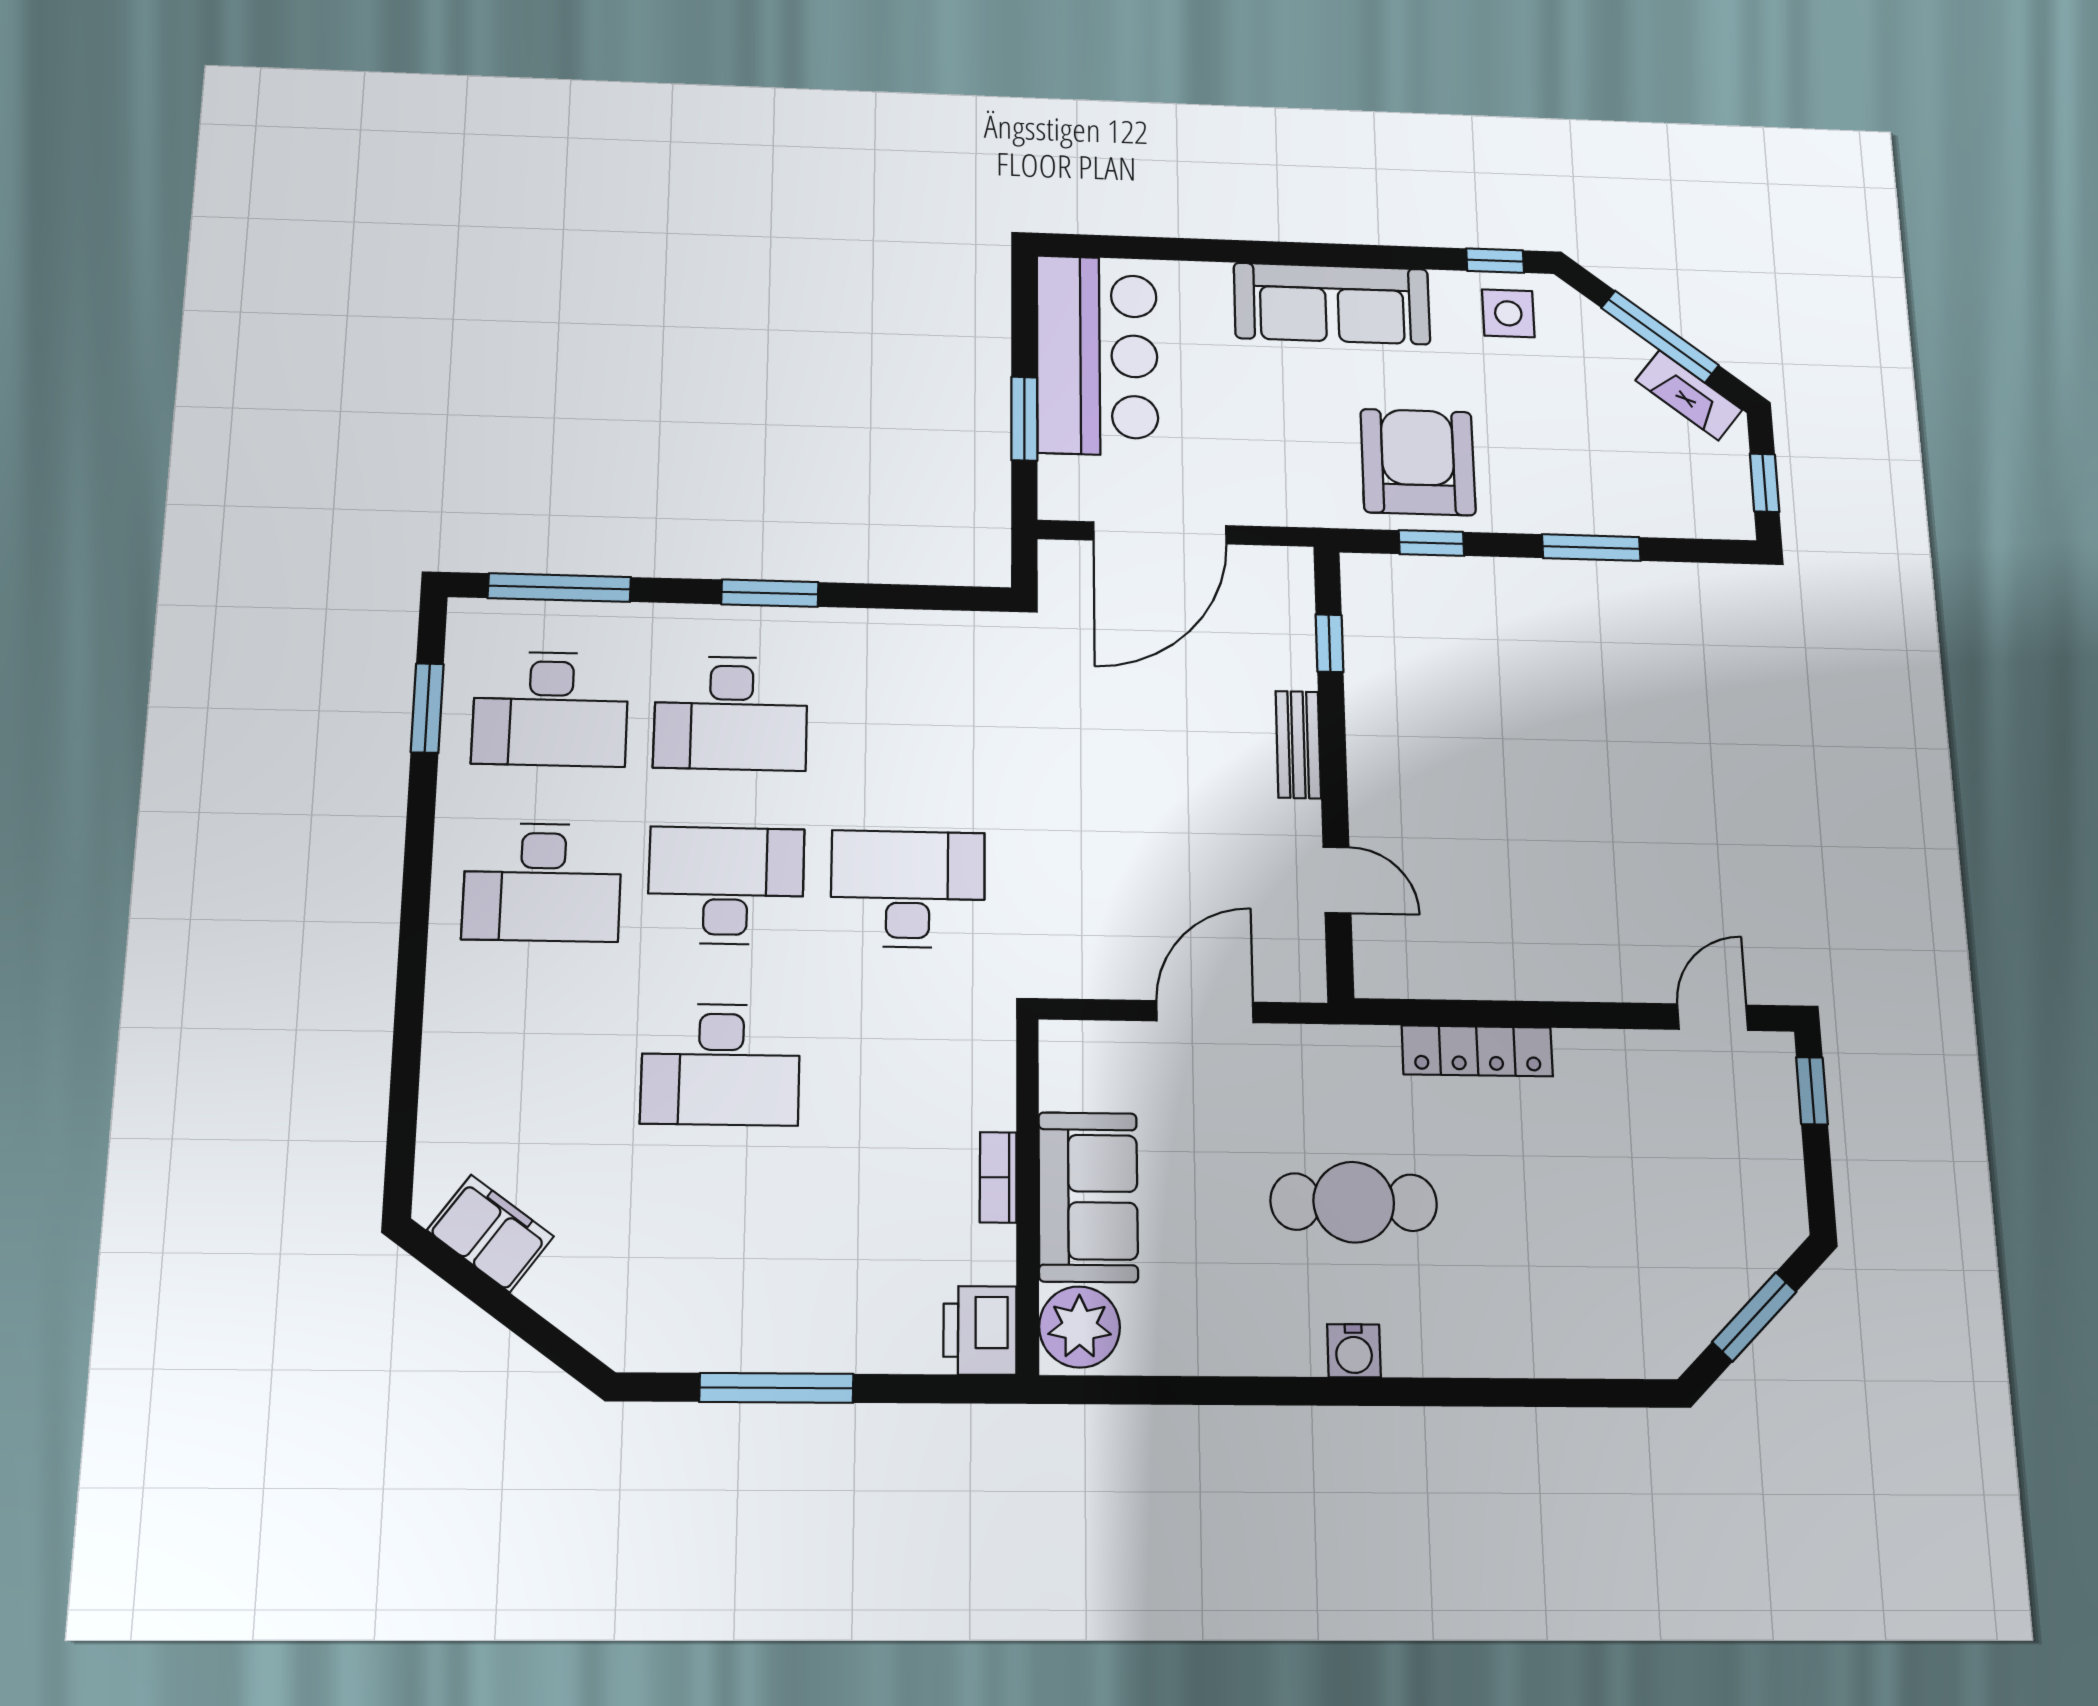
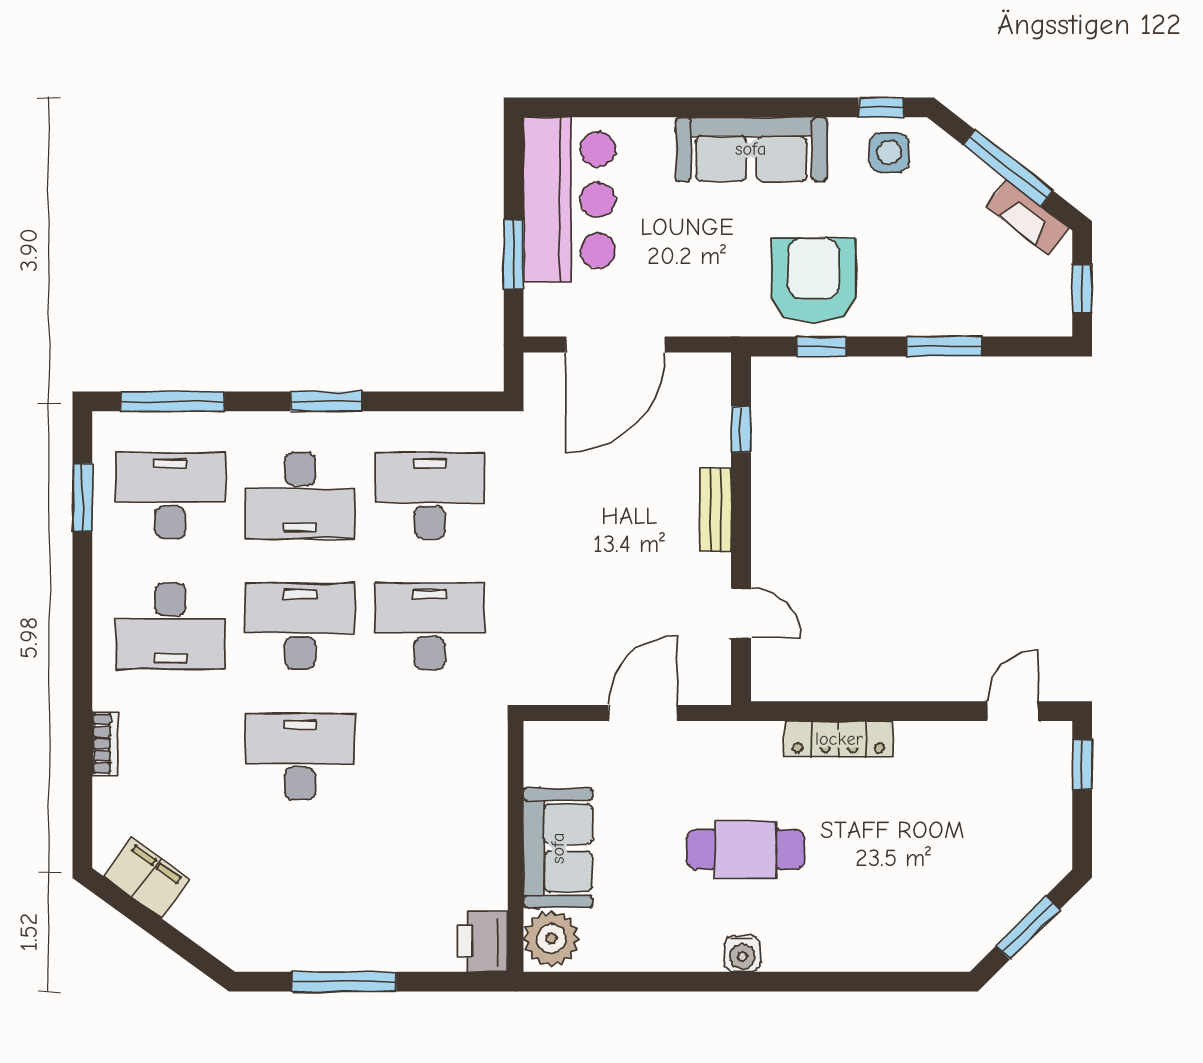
desk: (551, 709) -> (170, 496), turned 180
desk: (910, 717) -> (430, 496), added
desk: (721, 1064) -> (300, 757), turned 180
bookcase: (998, 1177) -> (105, 744), moved, turned 180

